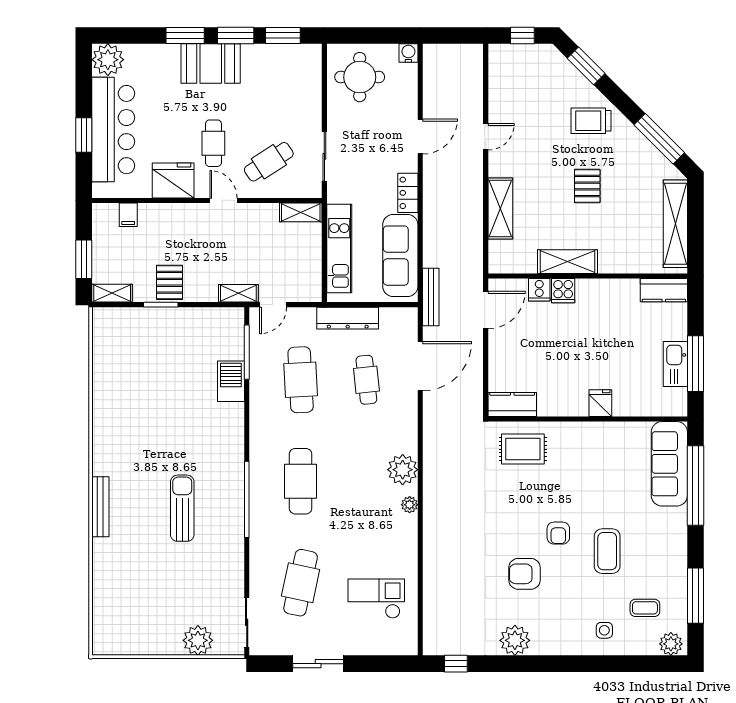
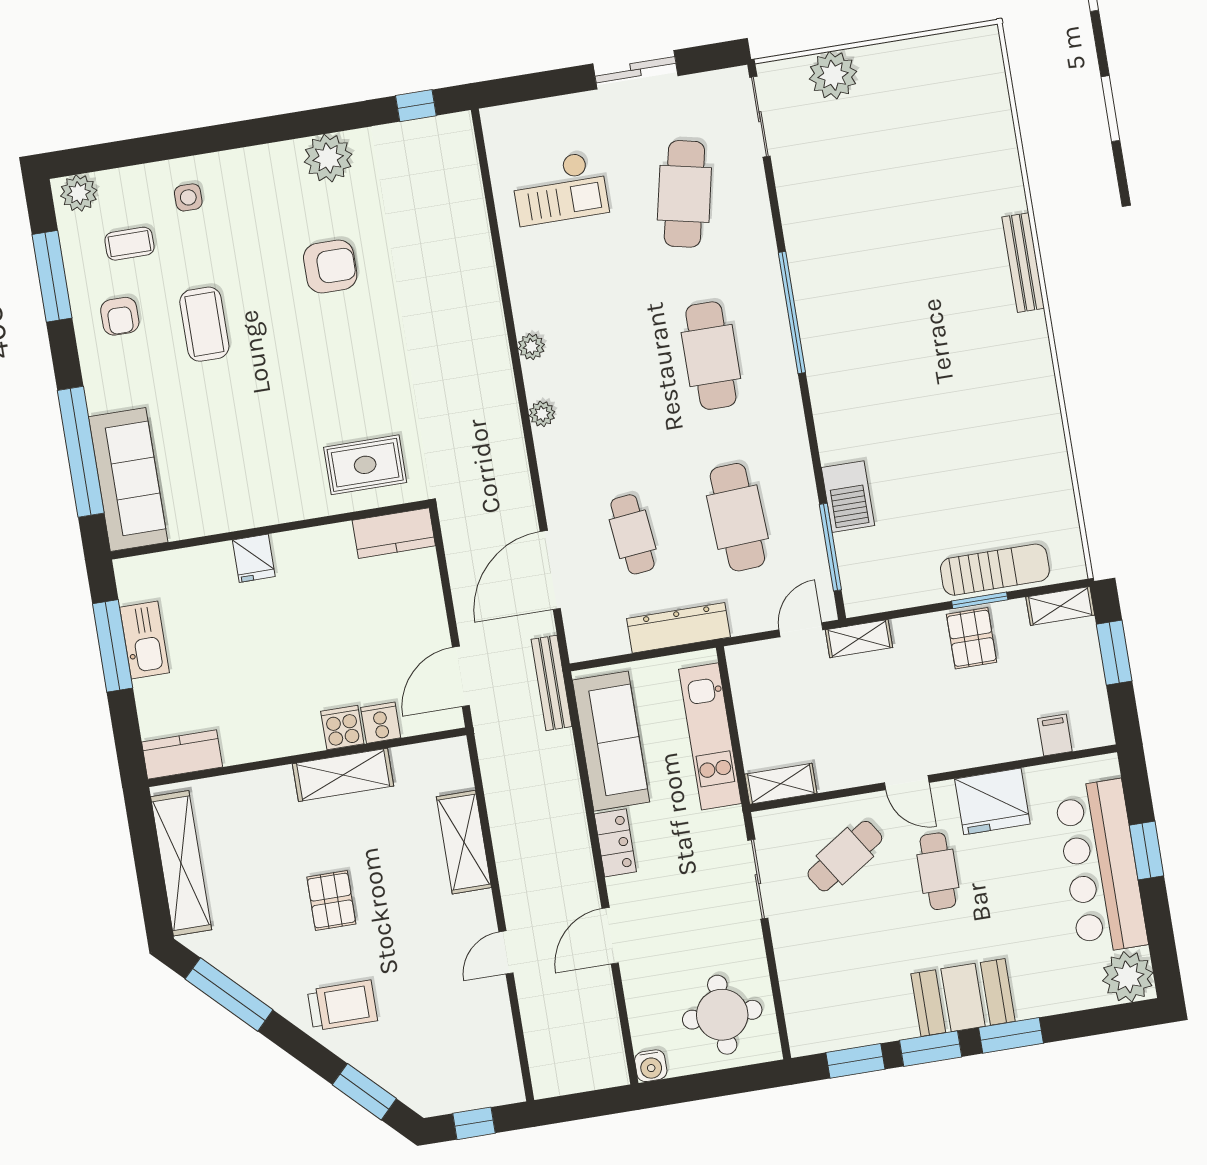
plant: (403, 470) -> (542, 414), width x0.53, depth x0.53
sun lounger: (182, 508) -> (995, 570), moved, turned -90
armchair: (558, 533) -> (120, 316), moved, turned 180

